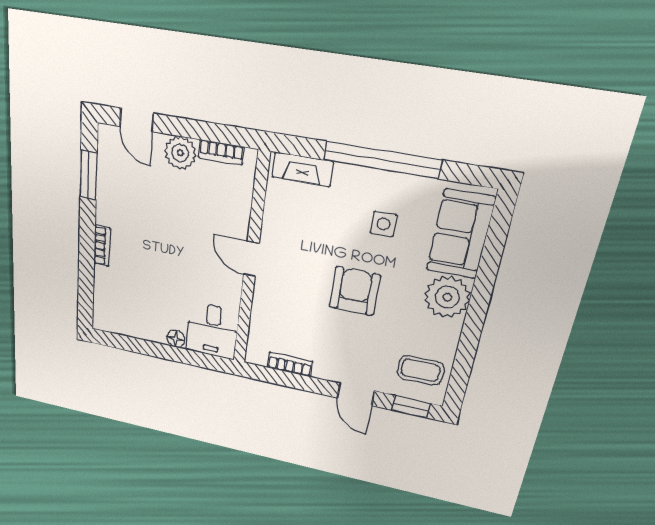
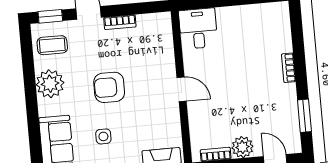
armchair: (355, 291) -> (109, 87), turned 90
plant: (447, 297) -> (50, 84), moved
floor lamp: (176, 339) -> (223, 13), removed
bookcase: (290, 364) -> (120, 22), moved

